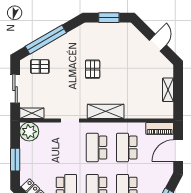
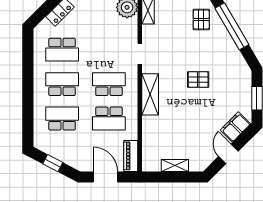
filing cabinet: (134, 36) -> (235, 127), added
door: (158, 43) -> (228, 154), swing flipped
school desk: (127, 148) -> (109, 119), turned 180

